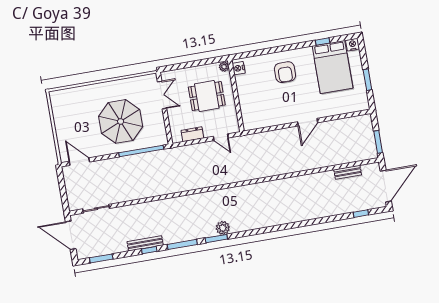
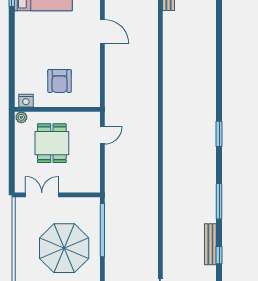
armchair: (285, 72) -> (60, 81), moved, turned 90
dresser: (192, 134) -> (93, 167), removed
plant: (223, 228) -> (208, 151), removed
window: (216, 239) -> (219, 134), moved
window: (149, 250) -> (219, 255), moved

